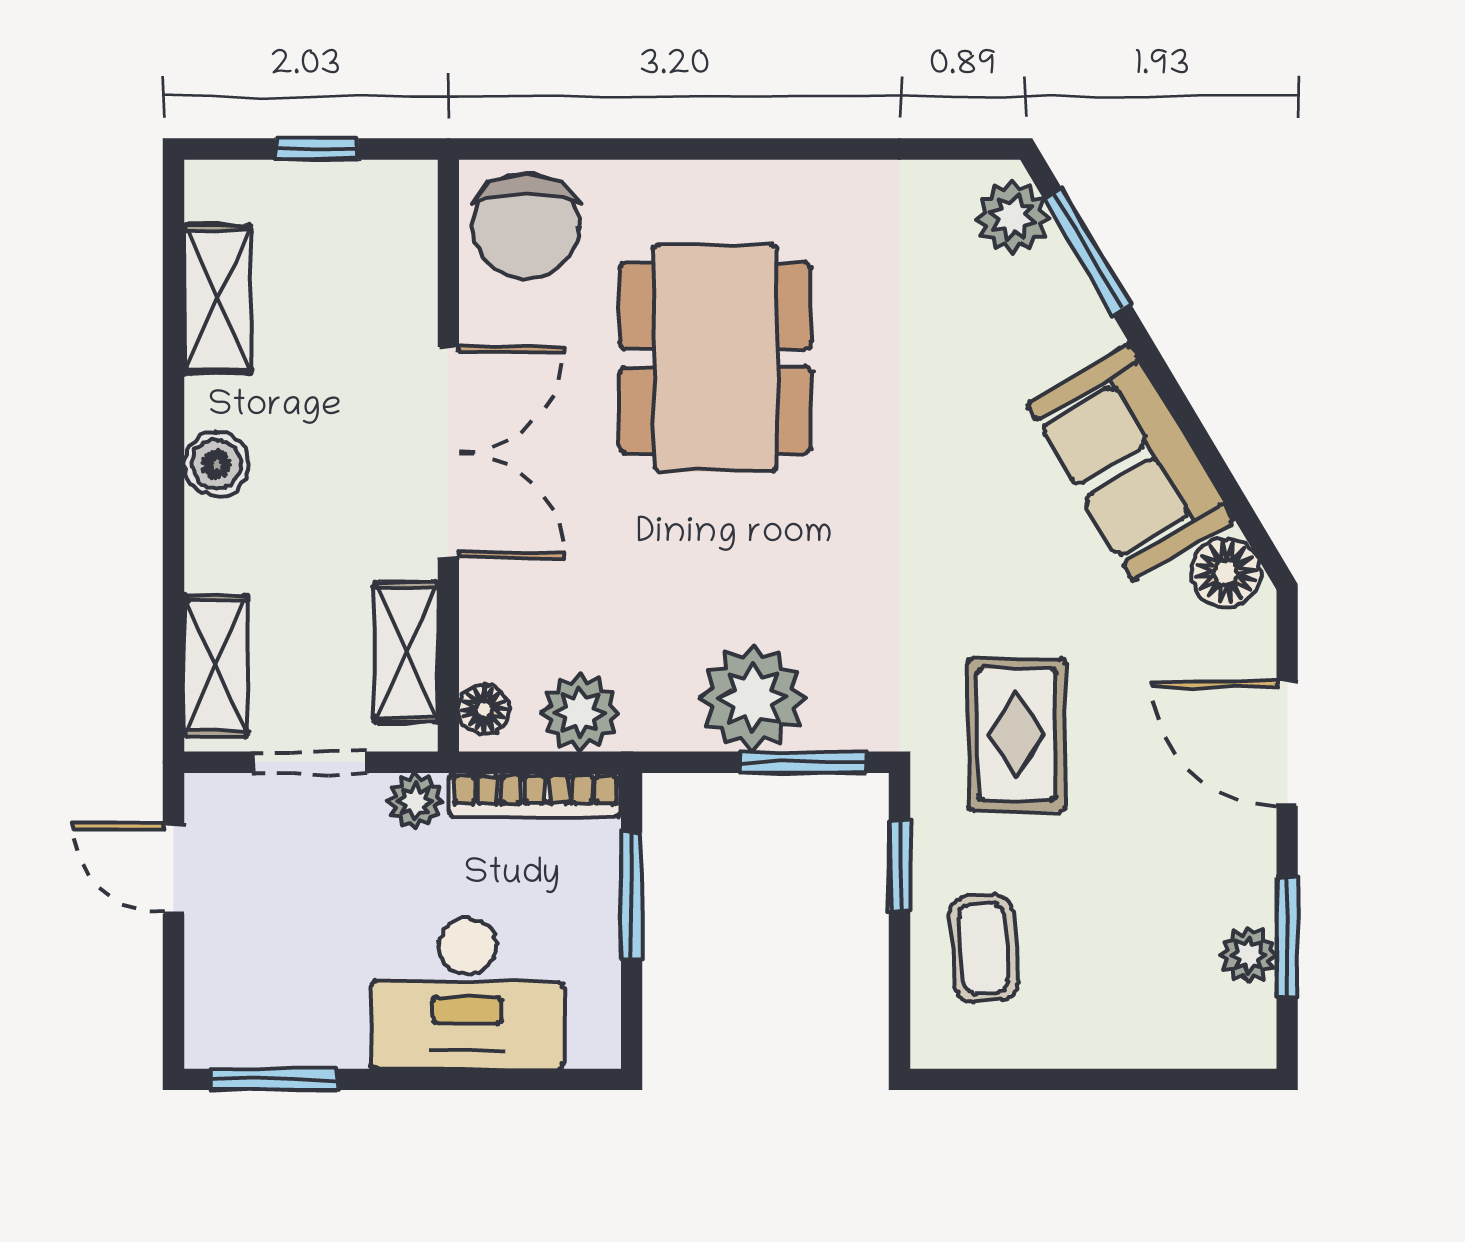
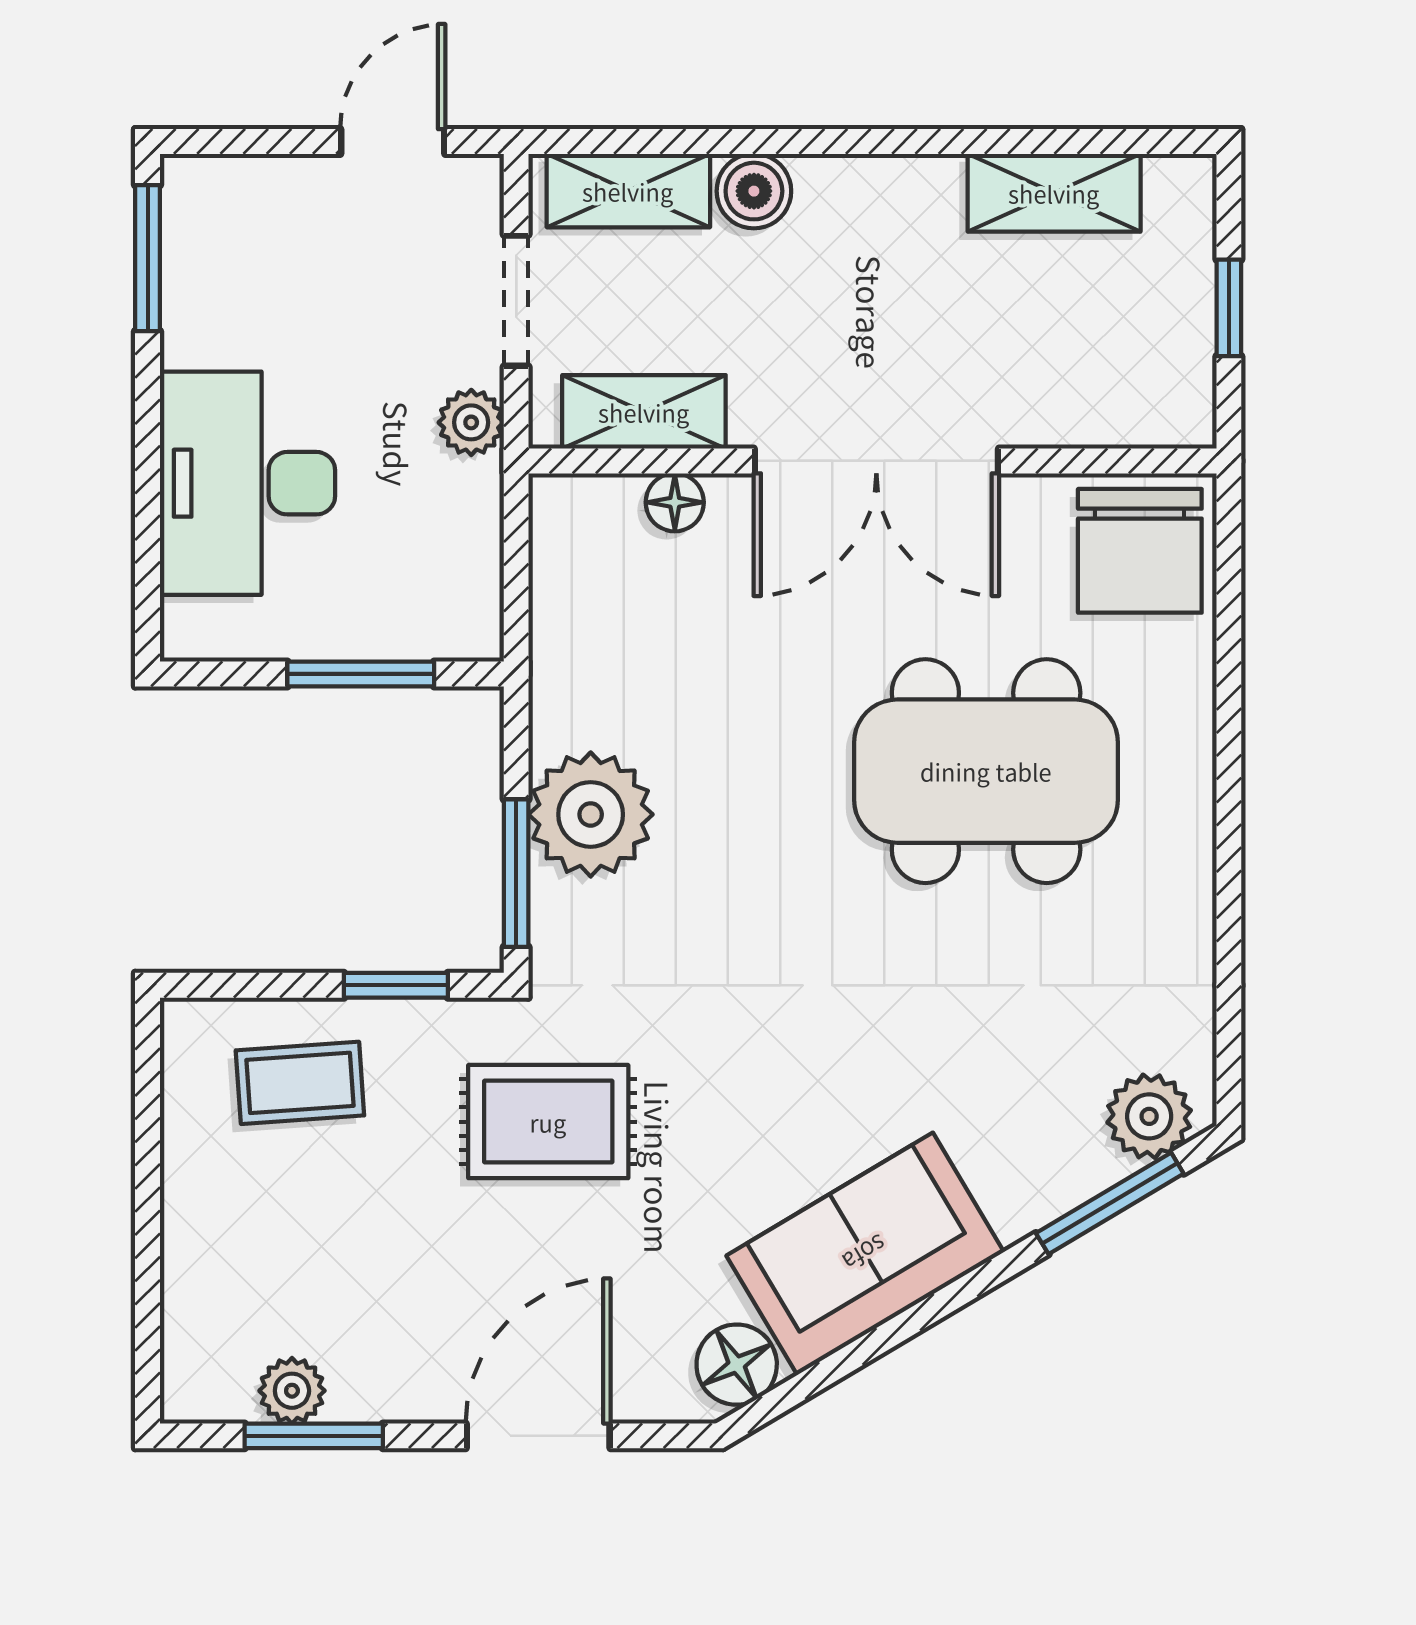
chair: (526, 226) -> (1140, 551), turned -90
boiler: (216, 464) -> (754, 191), moved
floor lamp: (484, 709) -> (675, 502), moved
plant: (580, 713) -> (574, 614), removed
bookcase: (535, 795) -> (478, 562), removed

